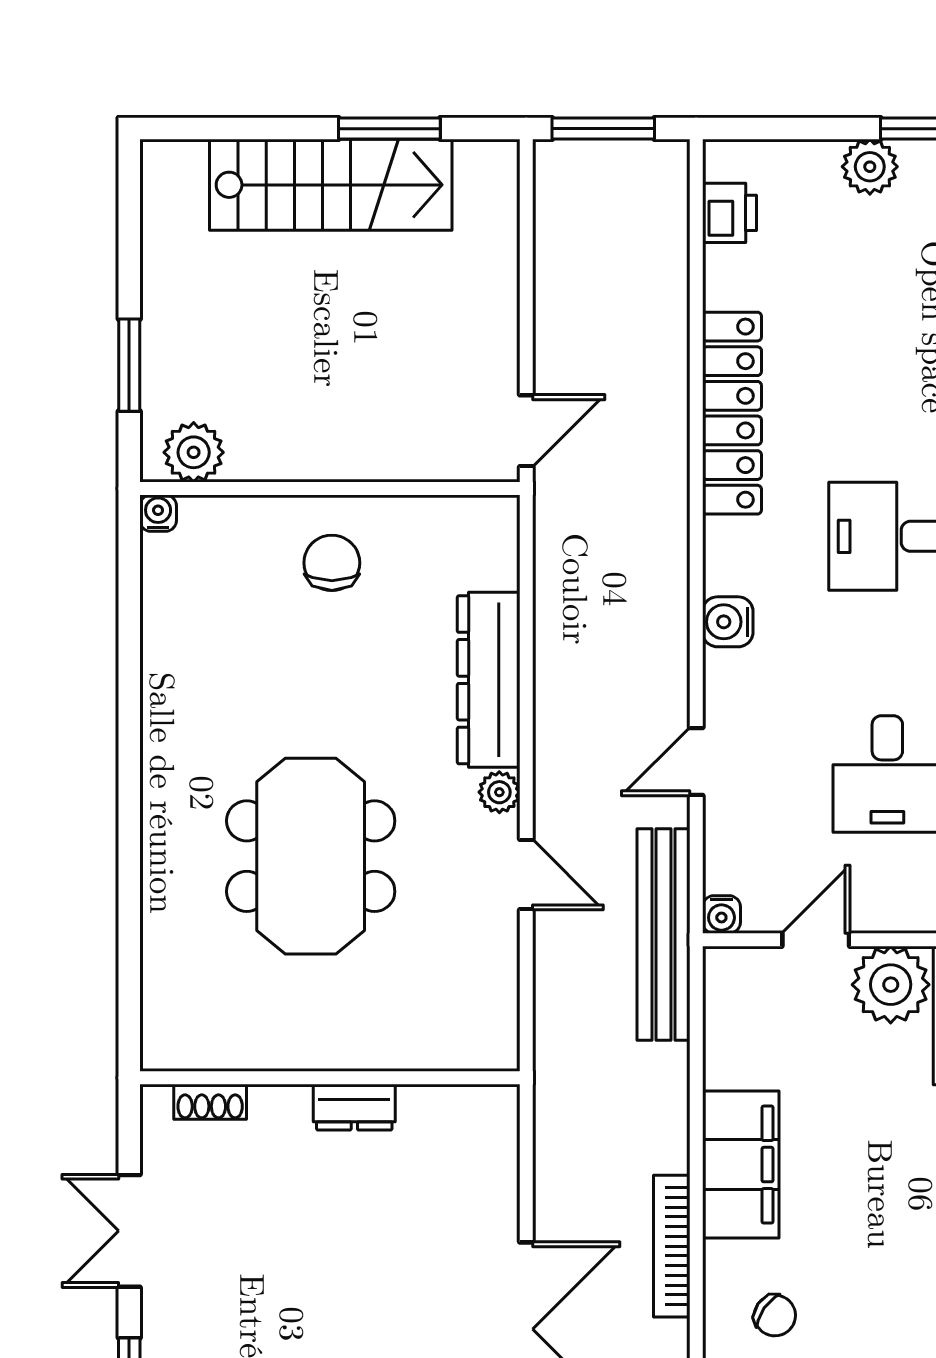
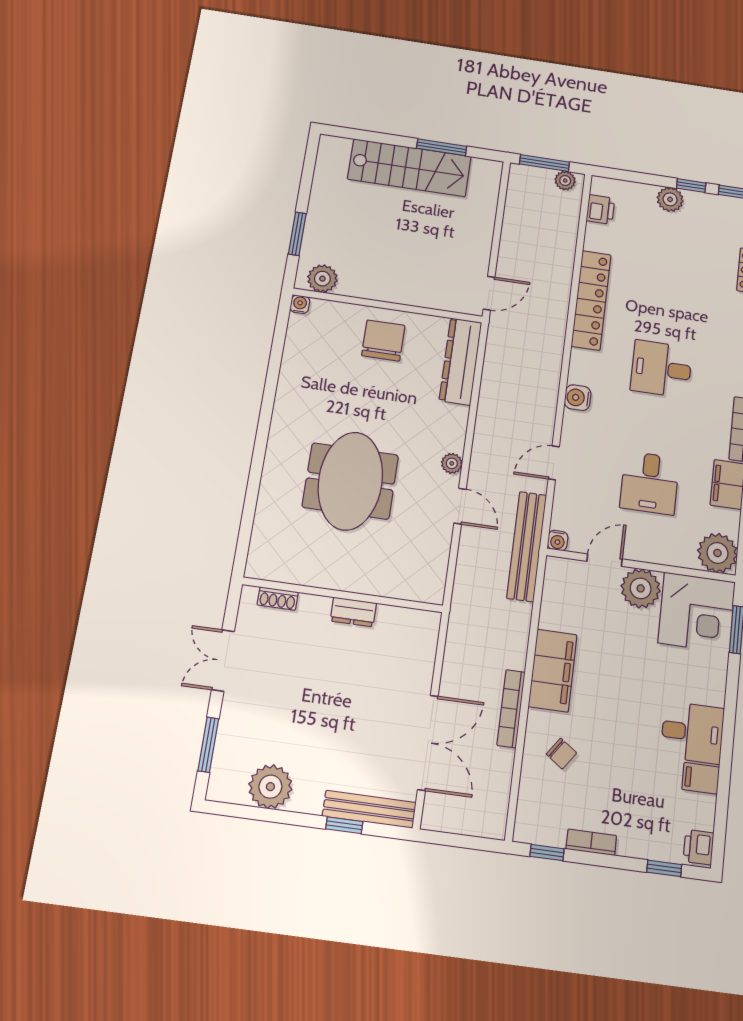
plant: (650, 160) -> (565, 181), added
chair: (332, 563) -> (383, 340), width x1.37, depth x1.37
dresser: (489, 680) -> (461, 361), moved

